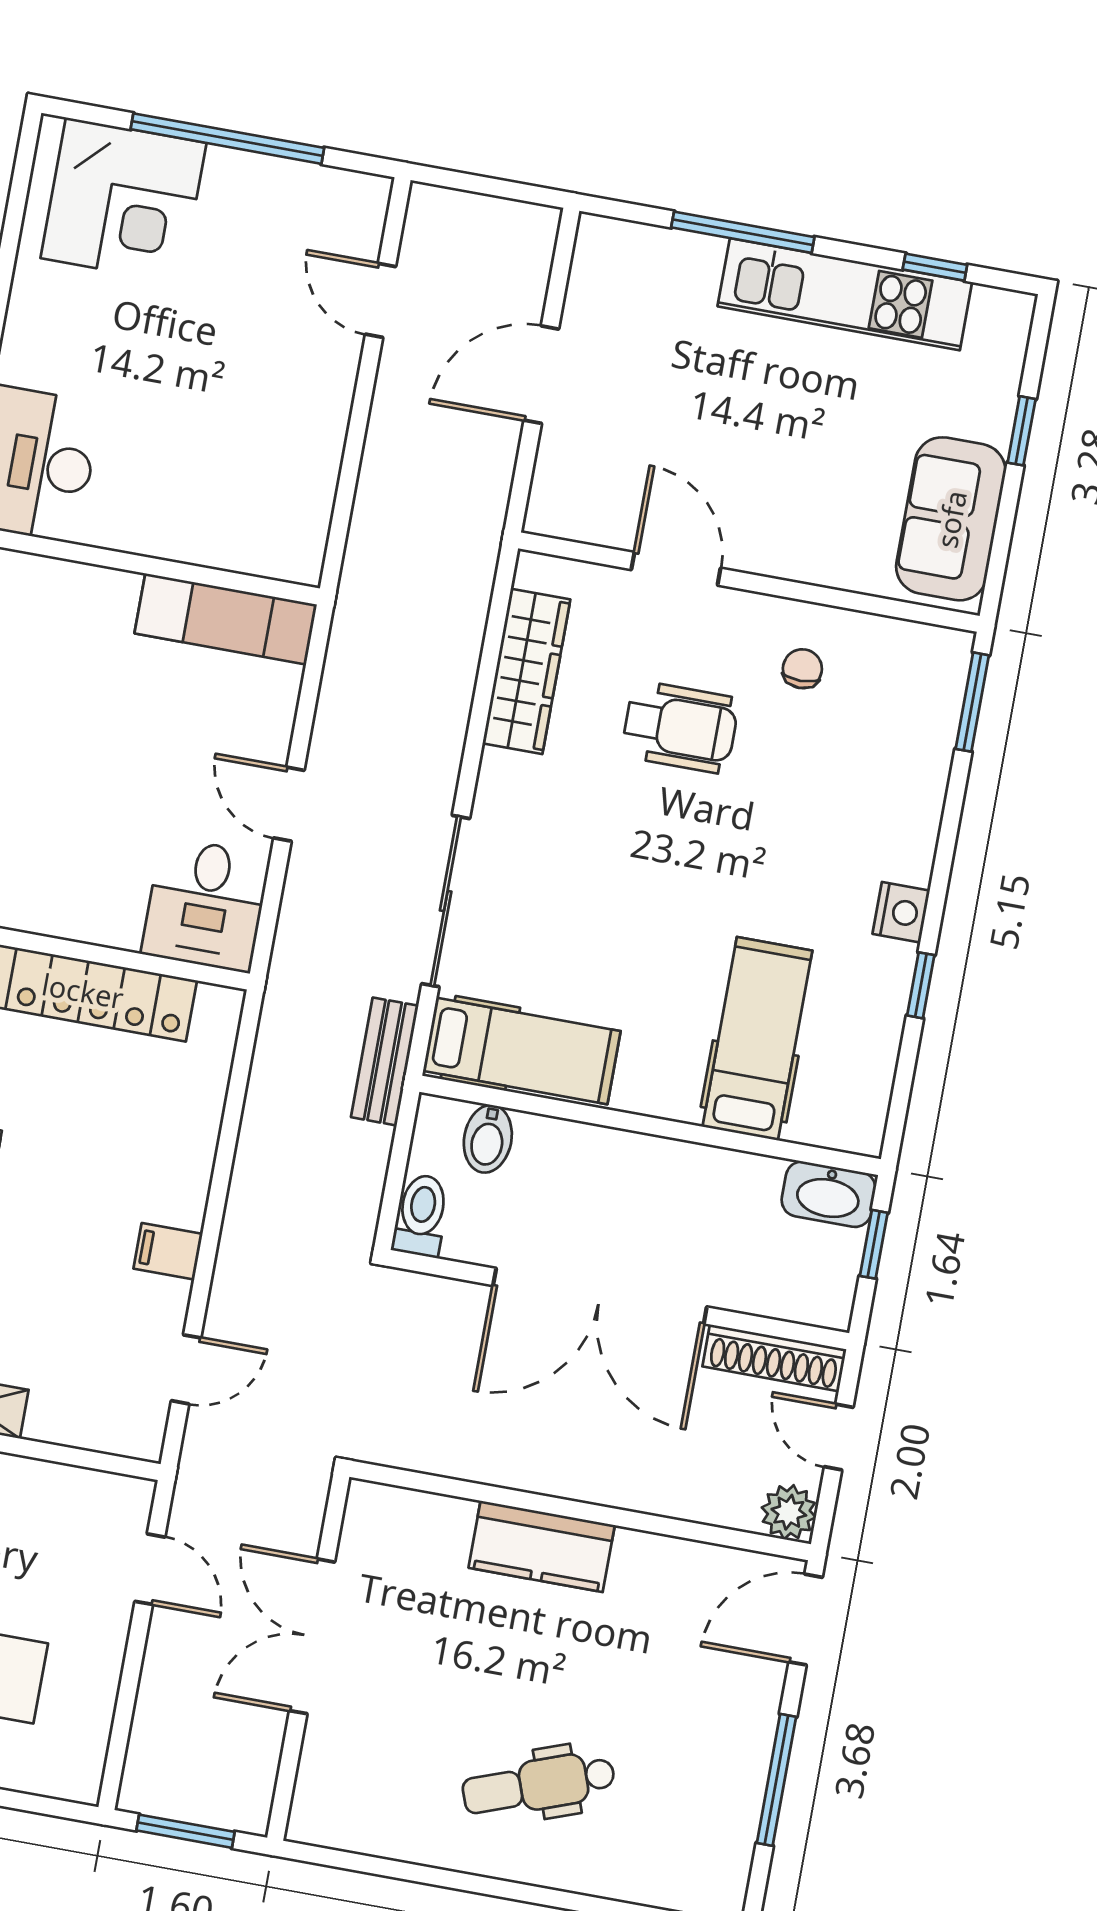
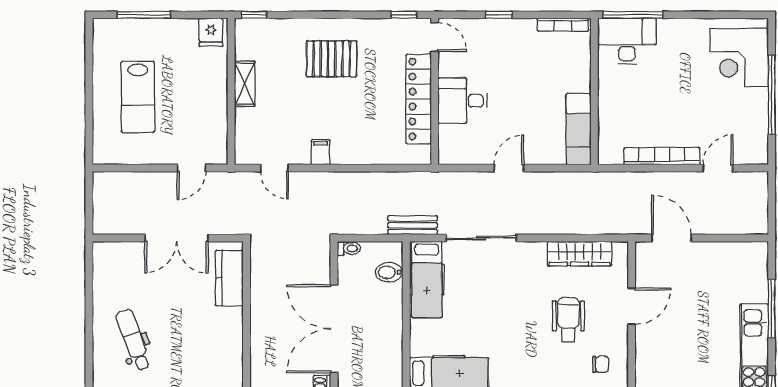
door: (541, 375) -> (671, 238), moved
bookcase: (327, 430) -> (662, 156), added
wheelchair: (680, 727) -> (568, 319), turned 180
desk: (206, 905) -> (462, 101), moved
toilet: (421, 1215) -> (349, 248), width x0.73, depth x0.72
kitchen counter: (542, 1546) -> (229, 278), moved
double door: (312, 1636) -> (176, 238), swing flipped
window: (186, 1831) -> (89, 201), removed

